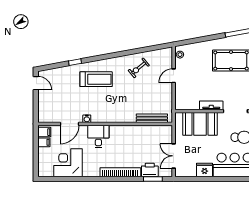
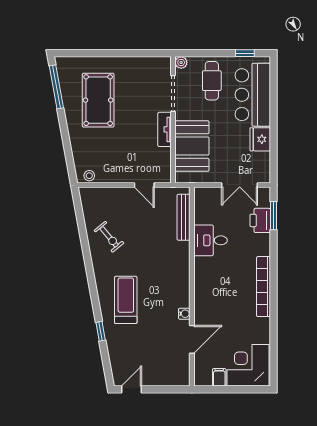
door: (174, 76) -> (144, 185), moved
door: (69, 124) -> (192, 339), hinge flipped
filing cabinet: (44, 132) -> (204, 377), removed
desk: (98, 136) -> (210, 240), moved
corner desk: (68, 163) -> (248, 365), moved, turned 90
bookcase: (120, 172) -> (263, 287), moved

